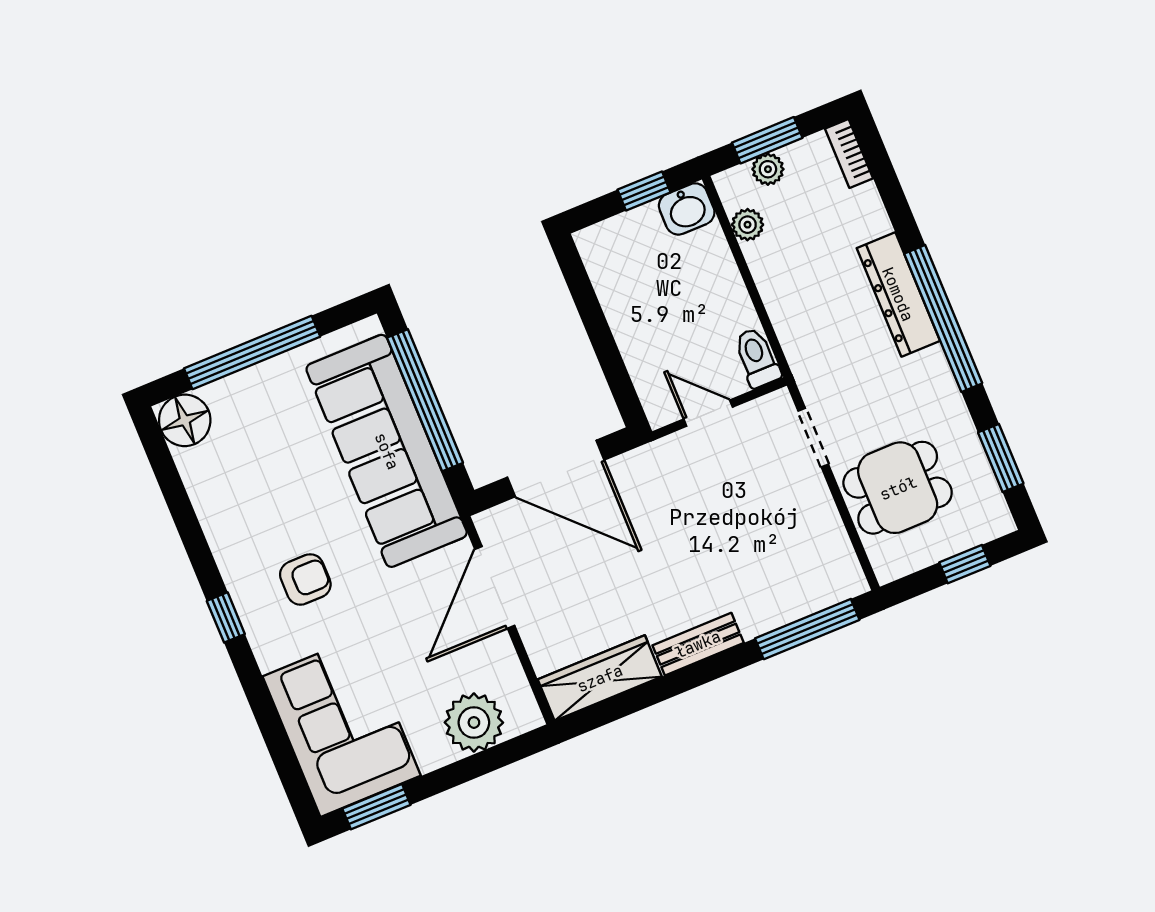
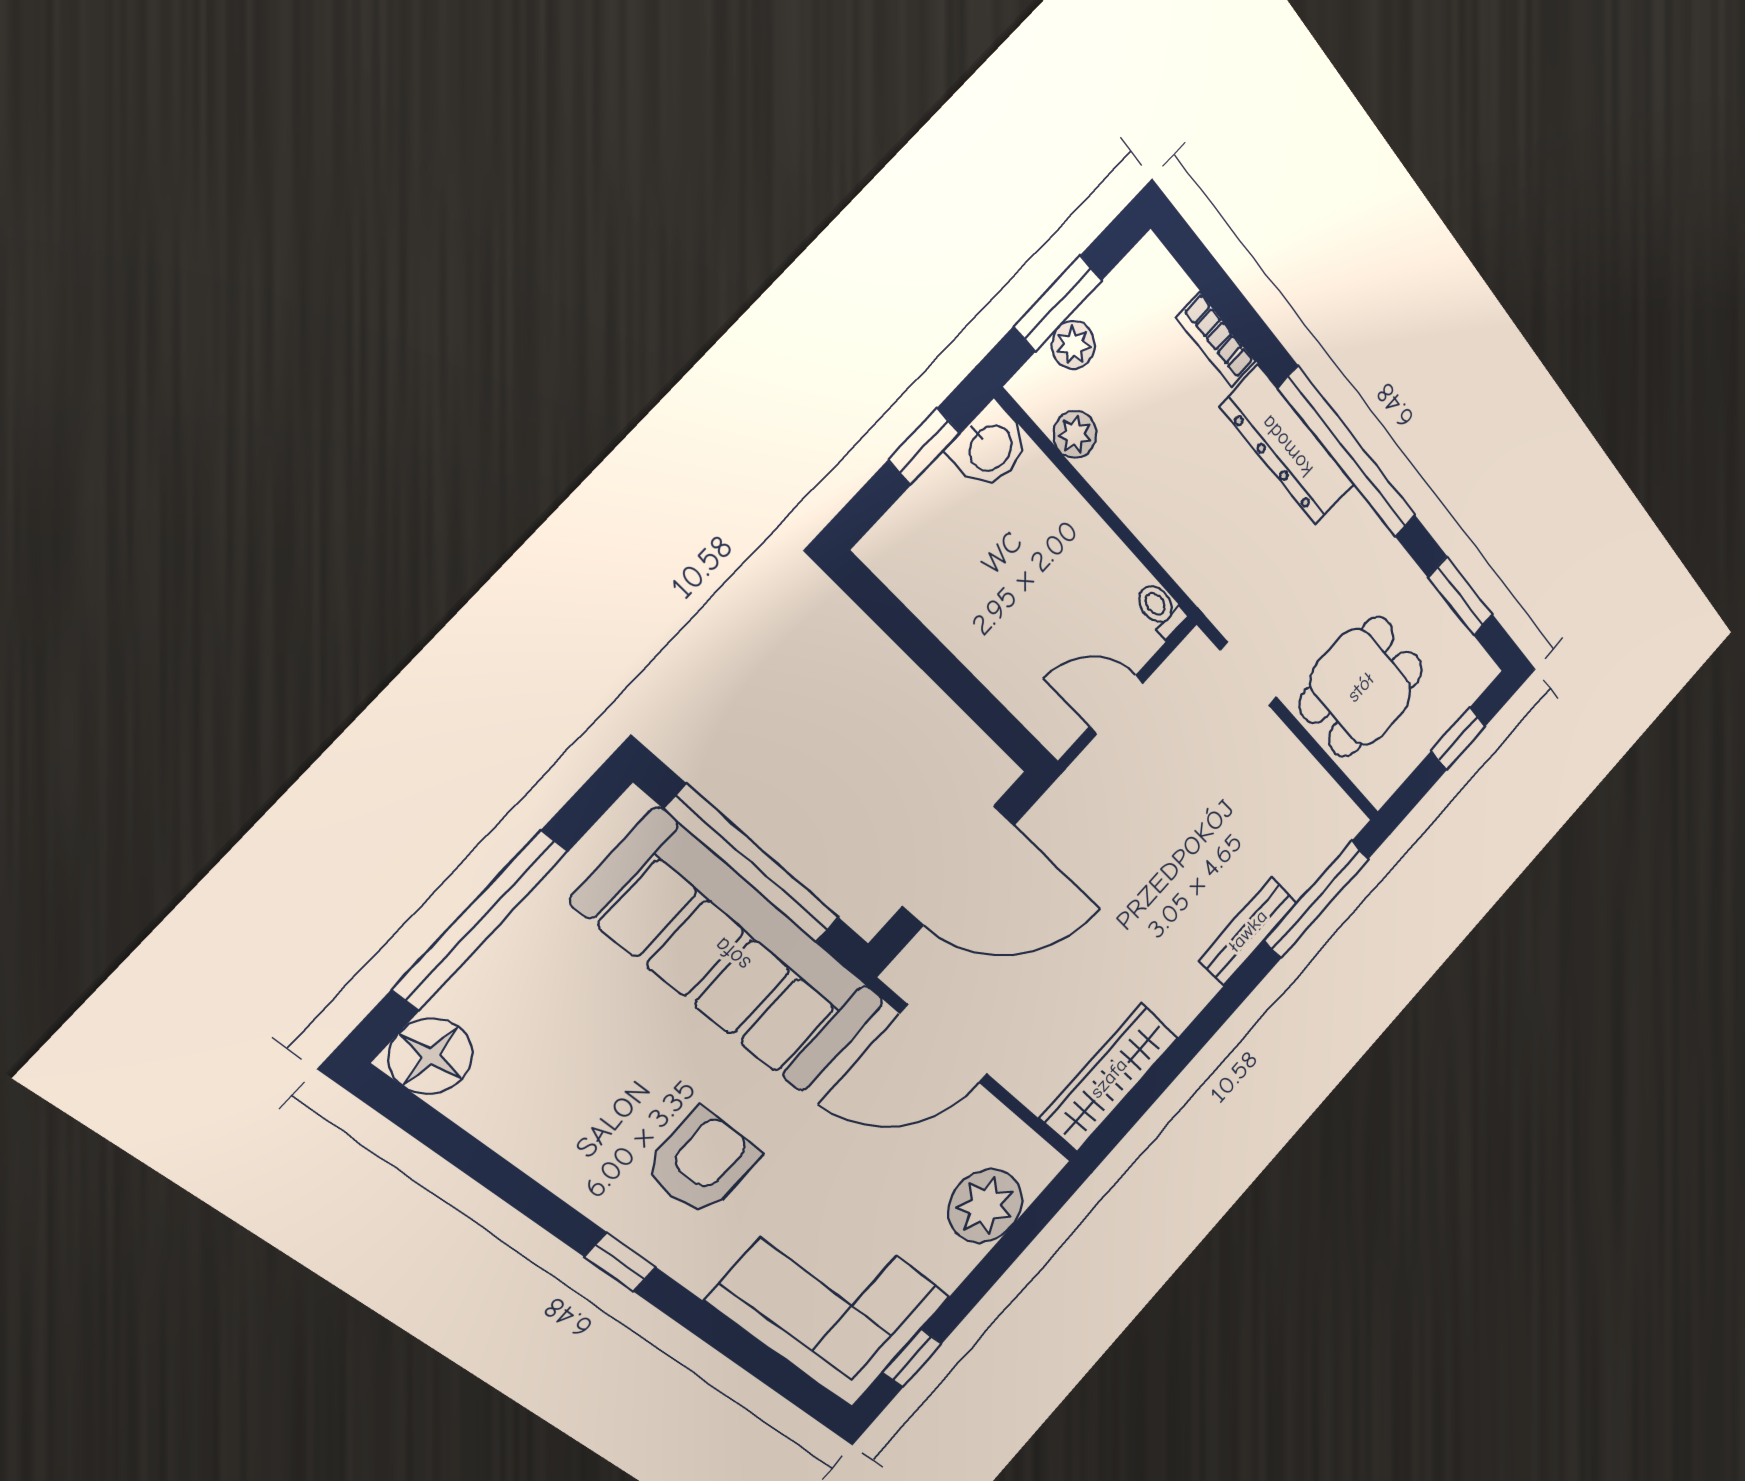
bookcase: (849, 153) -> (1216, 339), moved
toilet: (757, 358) -> (1160, 609), width x0.73, depth x0.72
armchair: (305, 579) -> (702, 1162), width x1.38, depth x1.38
door: (495, 587) -> (944, 1044), hinge flipped
bench: (698, 644) -> (1248, 931), moved
window: (376, 807) -> (912, 1358), width x0.67

